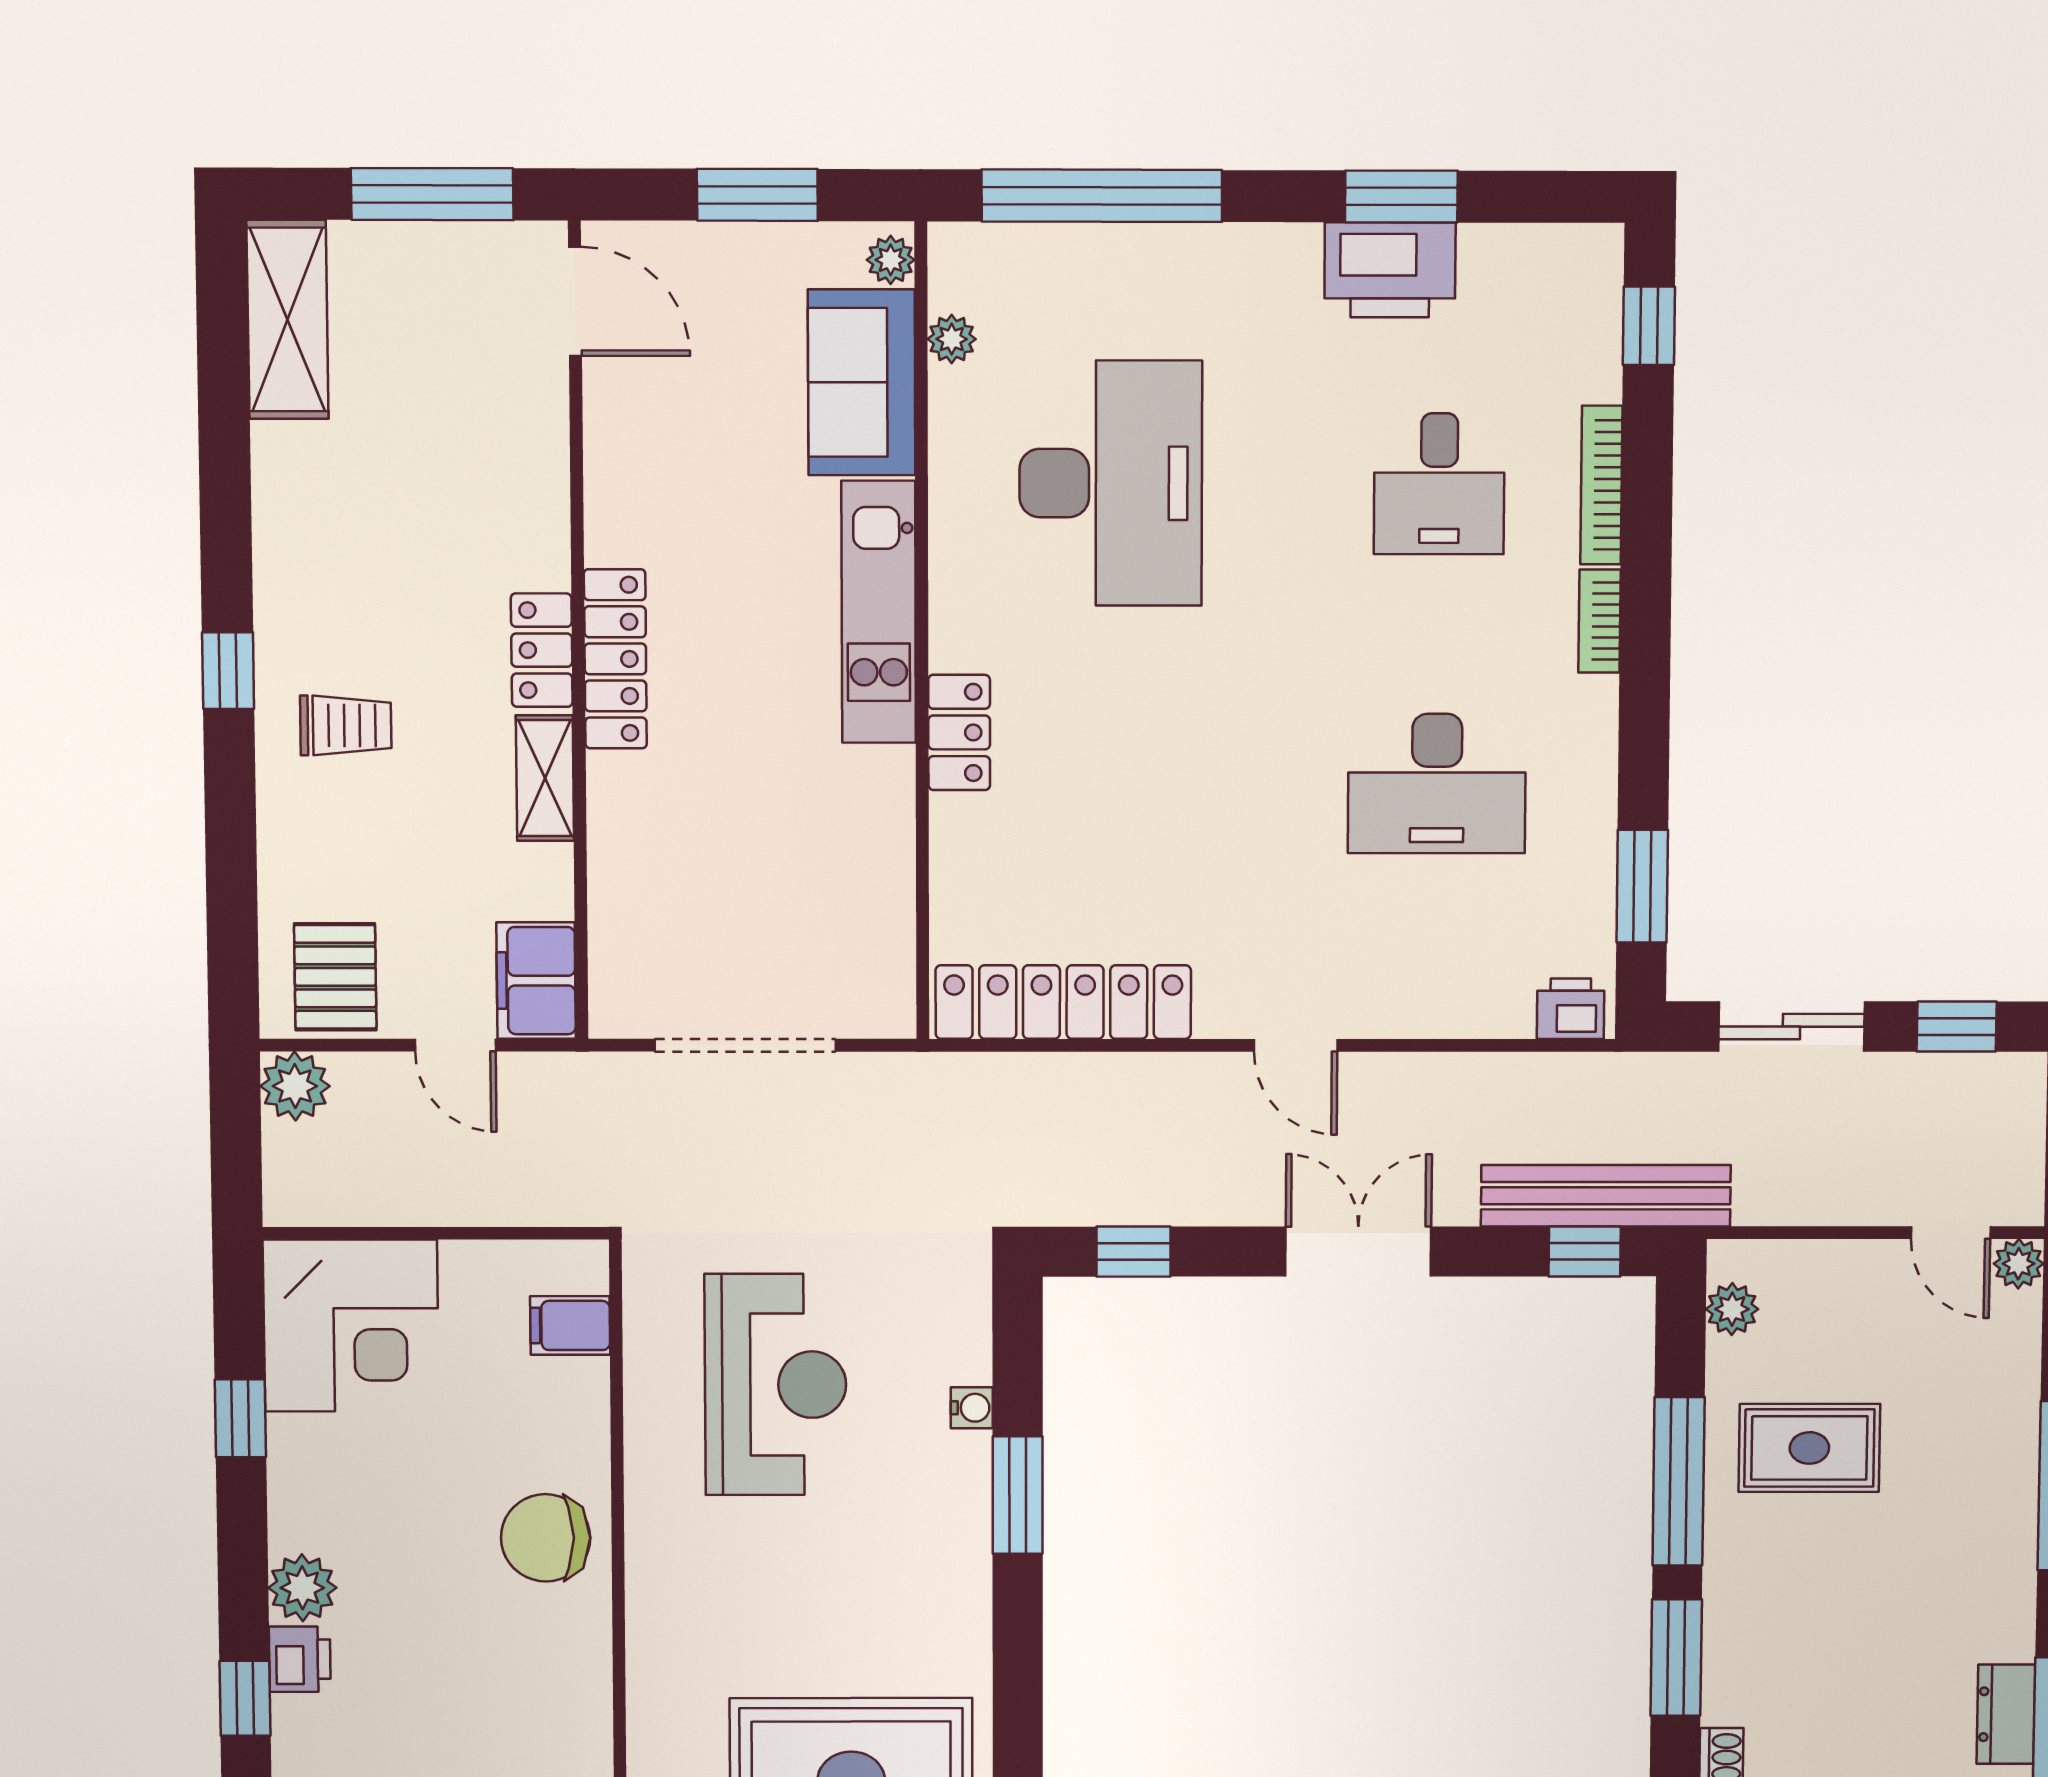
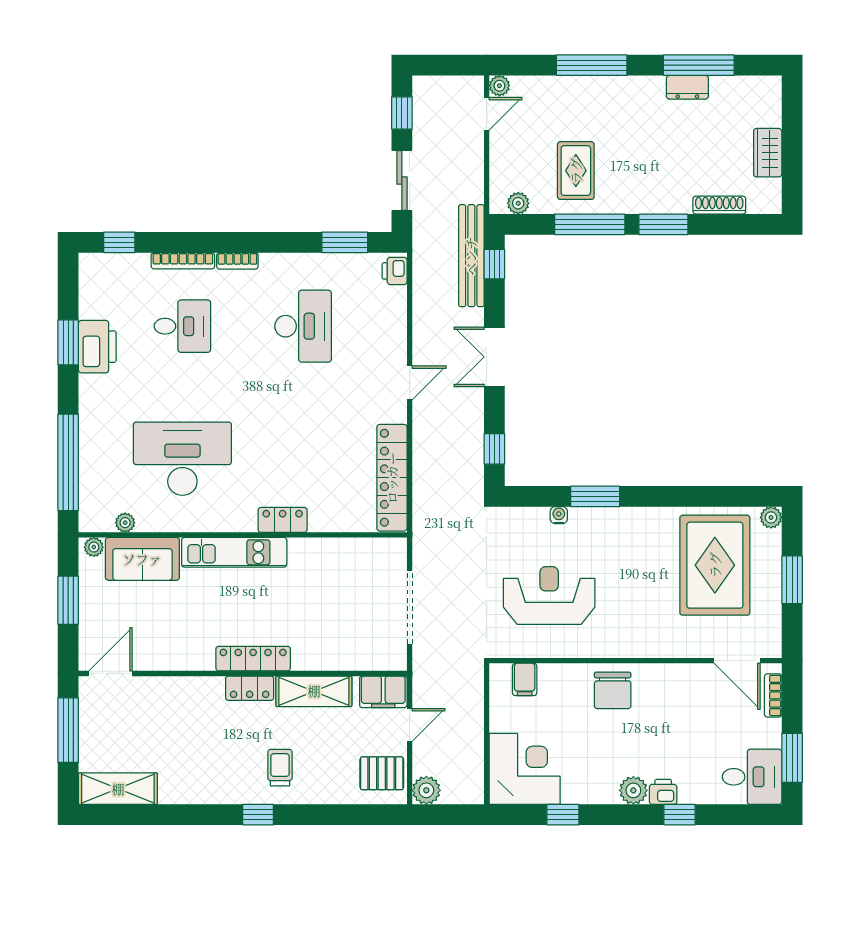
shelving: (545, 778) -> (314, 691), width x1.50, depth x1.33

